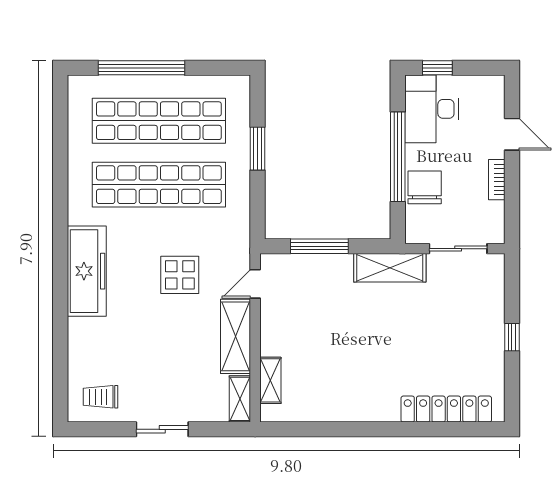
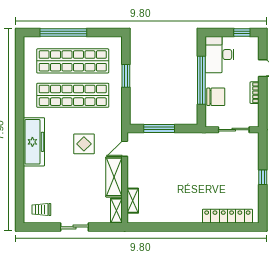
window: (437, 68) -> (242, 32), moved
chair: (425, 187) -> (216, 97), turned 90
shelving: (390, 268) -> (197, 140), removed

